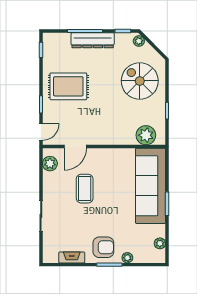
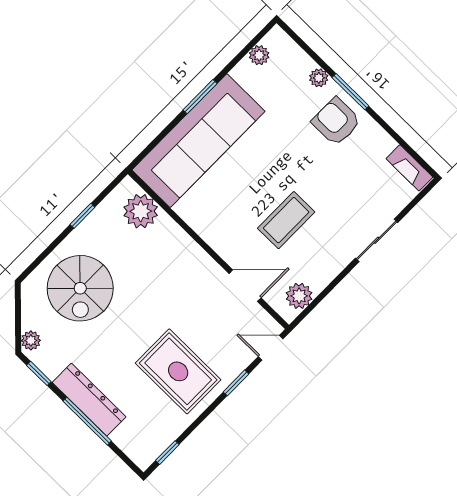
fireplace: (72, 257) -> (409, 168), moved

